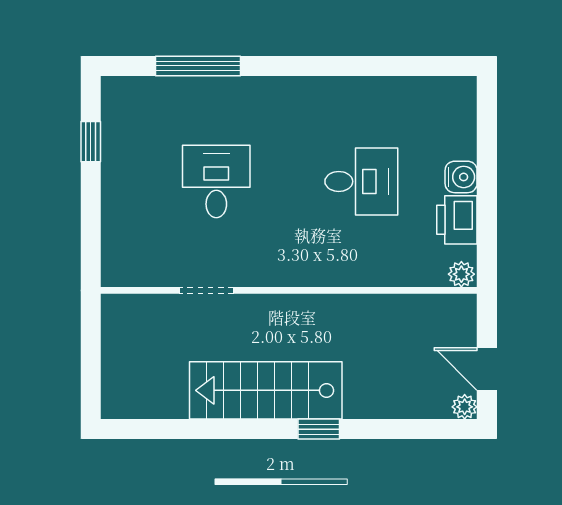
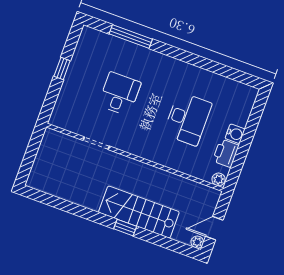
window: (91, 142) -> (62, 68), moved
desk: (361, 181) -> (188, 119), width x1.37
door: (487, 369) -> (214, 228), hinge flipped
stairs: (266, 390) -> (139, 212), moved

